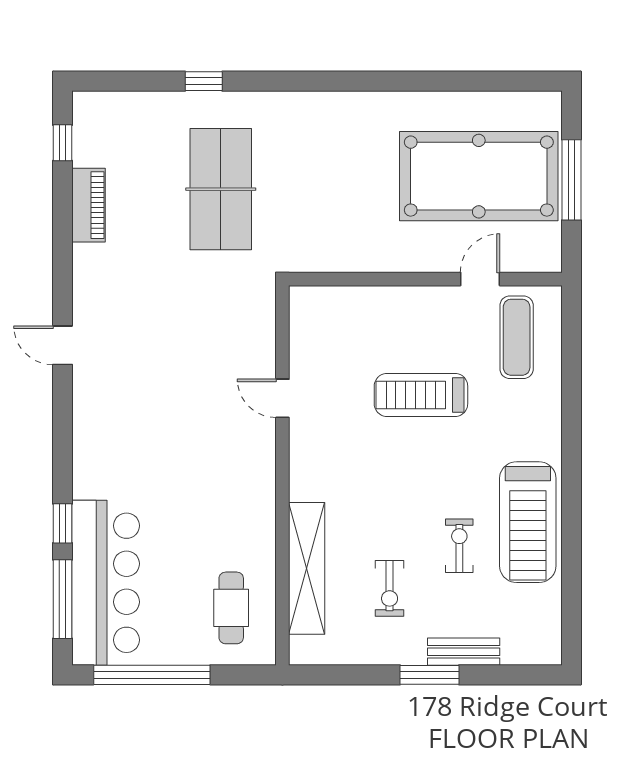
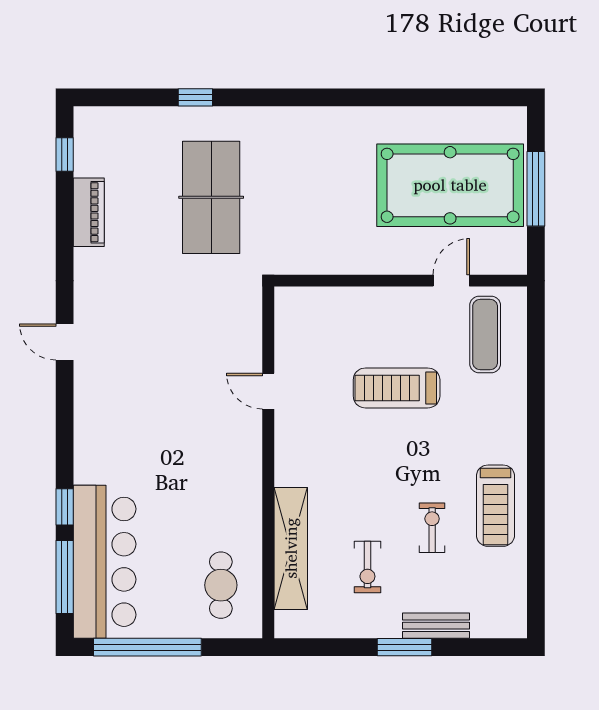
treadmill: (528, 522) -> (495, 506), width x0.73, depth x0.73

